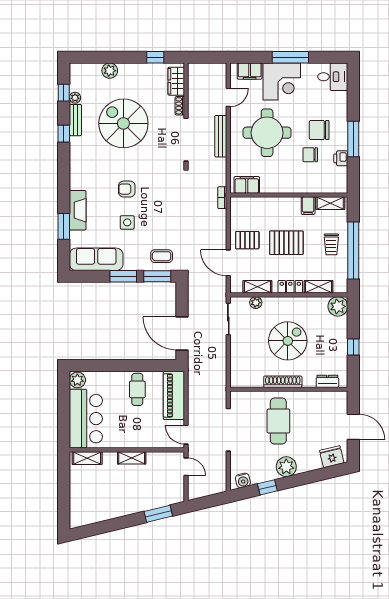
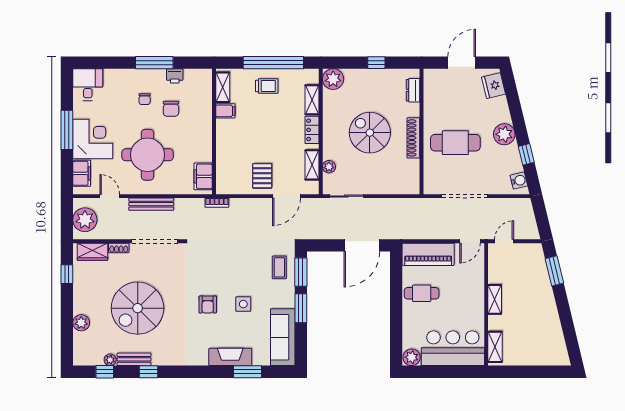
plant: (206, 74) -> (85, 220), added
chair: (319, 130) -> (145, 99), width x0.54, depth x0.54
pallet: (286, 243) -> (265, 134), removed

